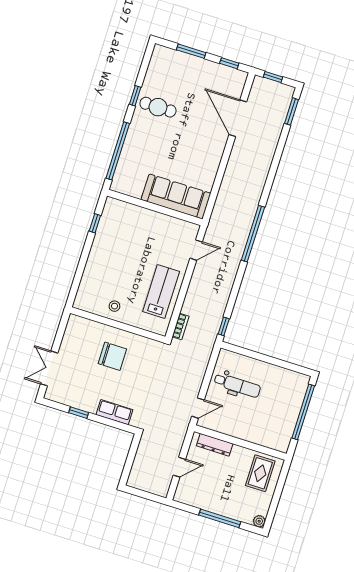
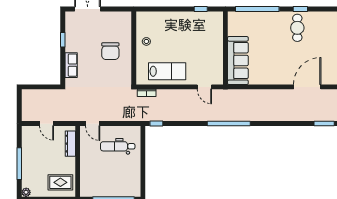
dental chair: (237, 385) -> (118, 146), turned 90

